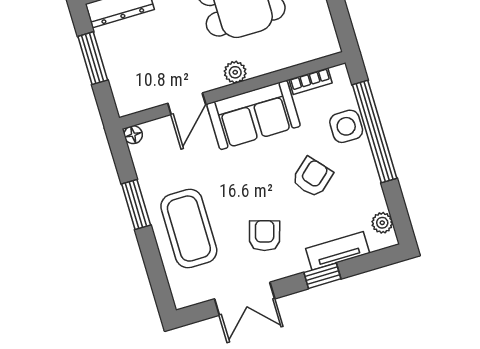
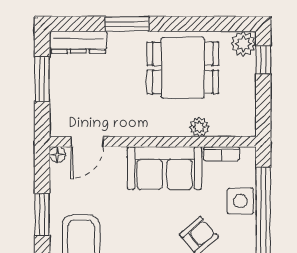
plant: (235, 72) -> (199, 127), moved
door: (187, 104) -> (87, 142), moved

